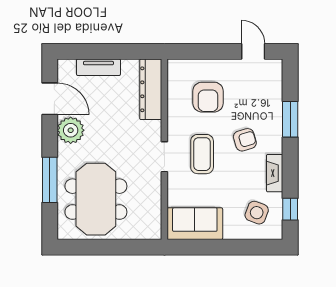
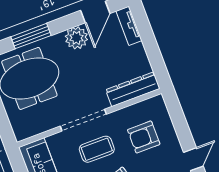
tv unit: (98, 67) -> (129, 26), moved
doorway: (164, 157) -> (83, 120), width x1.87

